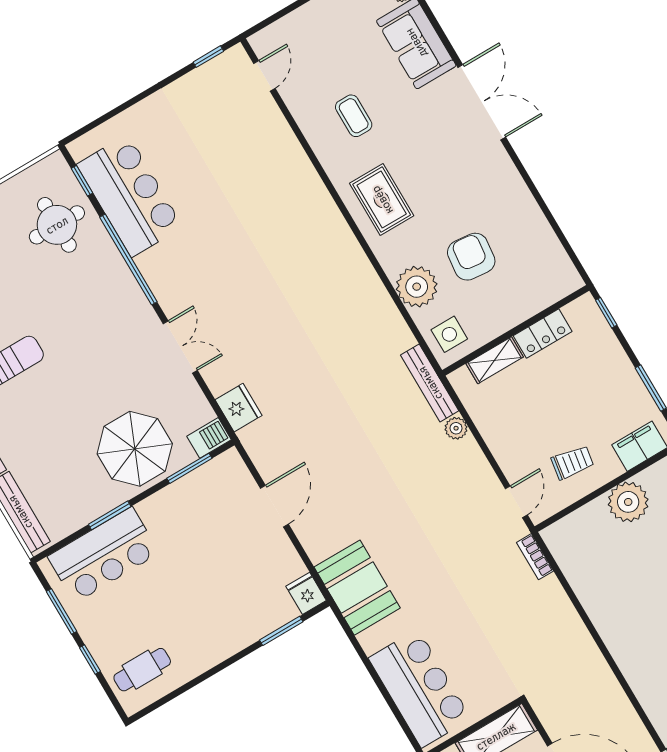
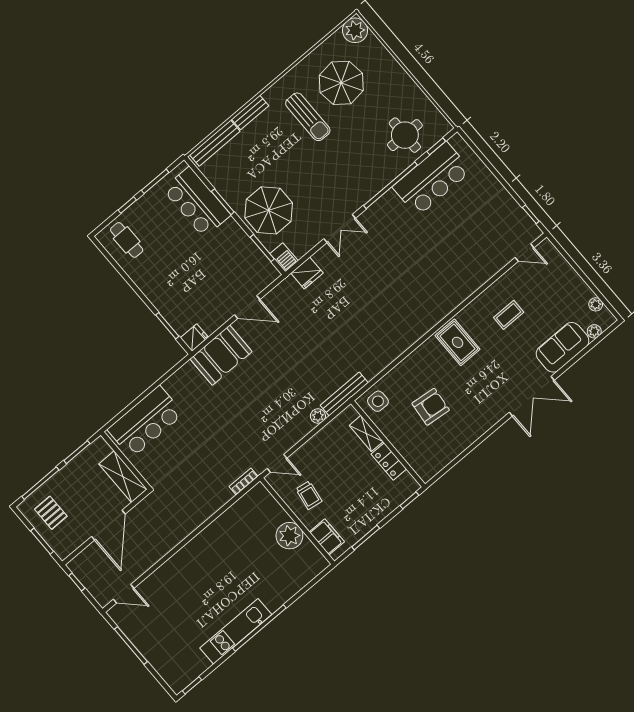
rug: (382, 200) -> (458, 342), turned 90
plant: (417, 287) -> (405, 375), removed
booth: (357, 588) -> (221, 355), moved

